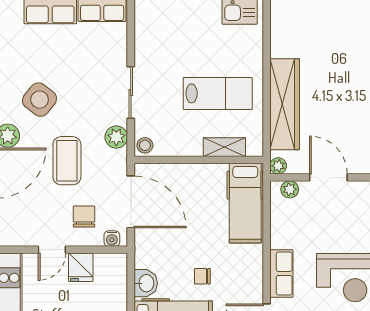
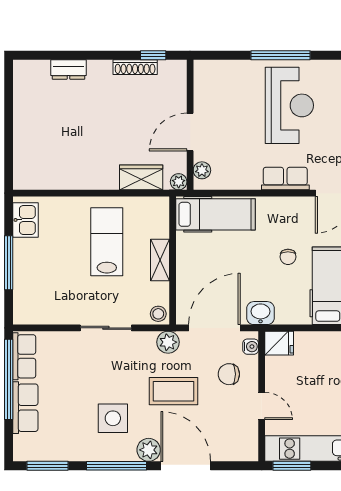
side table: (40, 100) -> (113, 418), turned -38
wardrobe: (285, 104) -> (141, 177), width x0.48, depth x0.85
plant: (116, 137) -> (168, 342), moved
shelving: (224, 147) -> (160, 260), moved
fridge: (81, 267) -> (279, 343), moved
washbasin: (146, 283) -> (260, 313), moved

